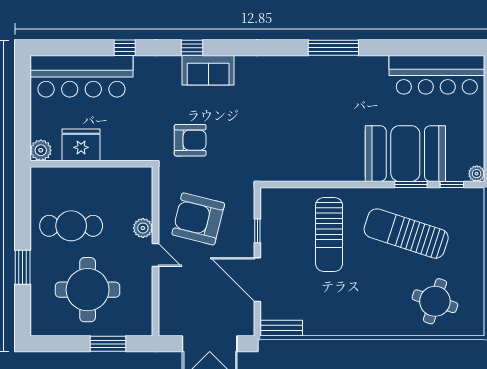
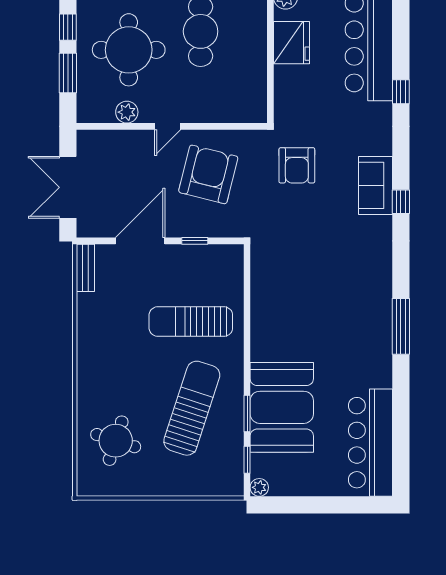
window: (192, 48) -> (401, 202), moved
plant: (143, 228) -> (127, 112), moved
window: (67, 344) -> (68, 27), added

